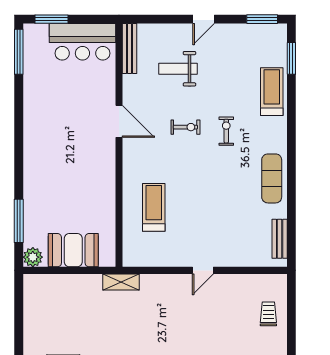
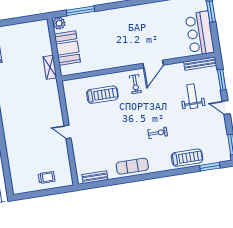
window: (160, 19) -> (222, 80), added
exercise bike: (185, 127) -> (135, 84), moved
shelving: (121, 282) -> (50, 67), moved

